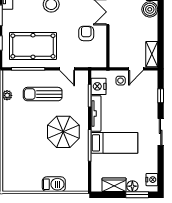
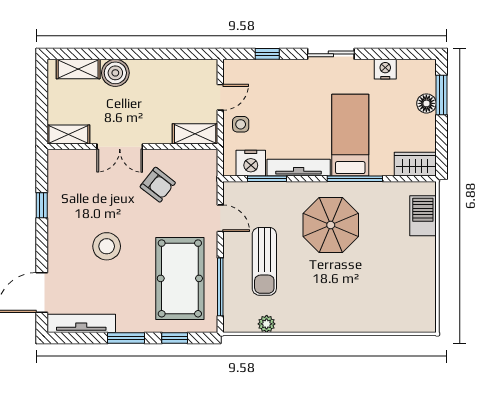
armchair: (86, 33) -> (158, 185), turned -142
shelving: (152, 54) -> (195, 134), moved
door: (67, 69) -> (220, 218), hinge flipped
door: (136, 69) -> (220, 97), hinge flipped
nightstand: (152, 180) -> (385, 69), moved
barbecue: (54, 184) -> (423, 216), moved
wardrobe: (114, 185) -> (415, 164), moved, turned 90

